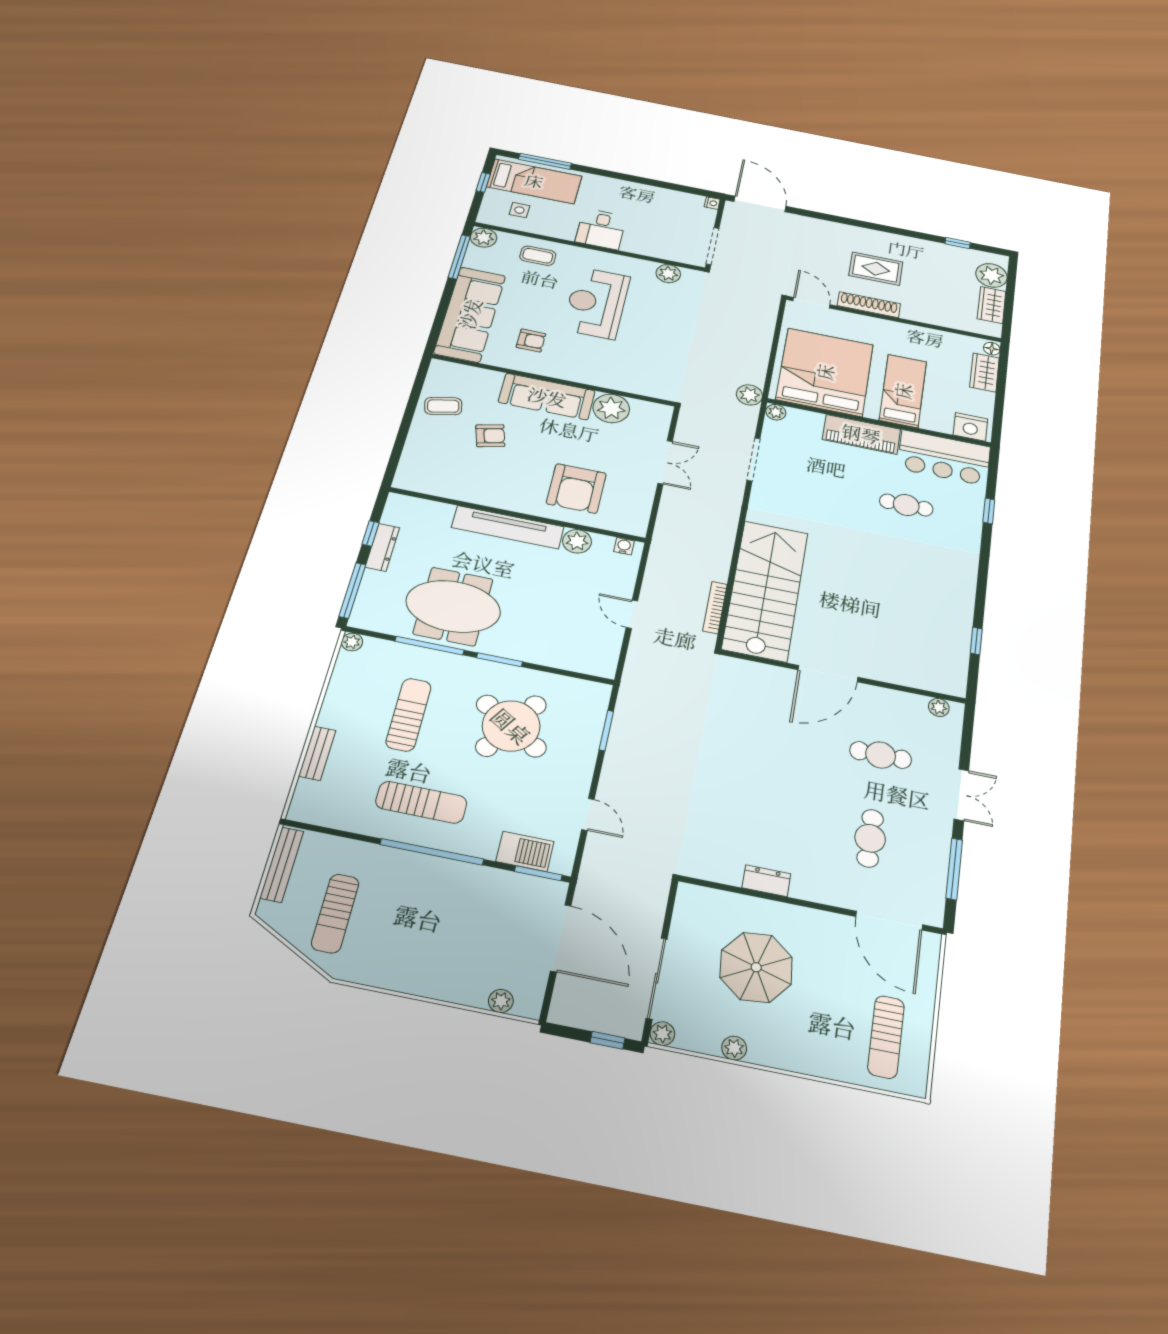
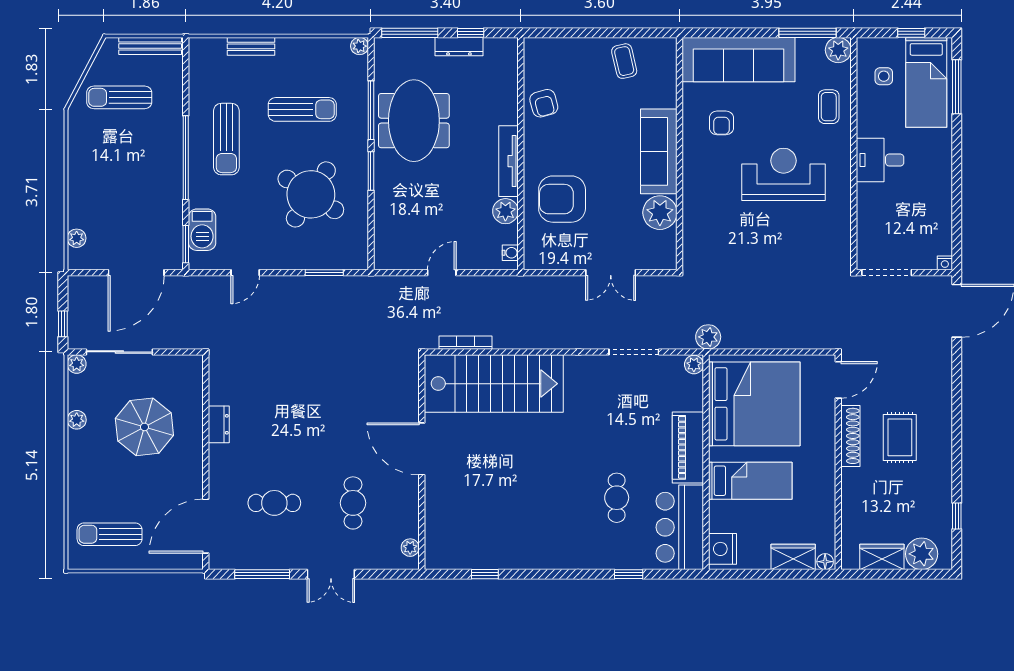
plant: (668, 274) -> (839, 236), removed
armchair: (490, 436) -> (544, 103), moved
tv unit: (508, 527) -> (509, 161), width x0.73, depth x0.78

